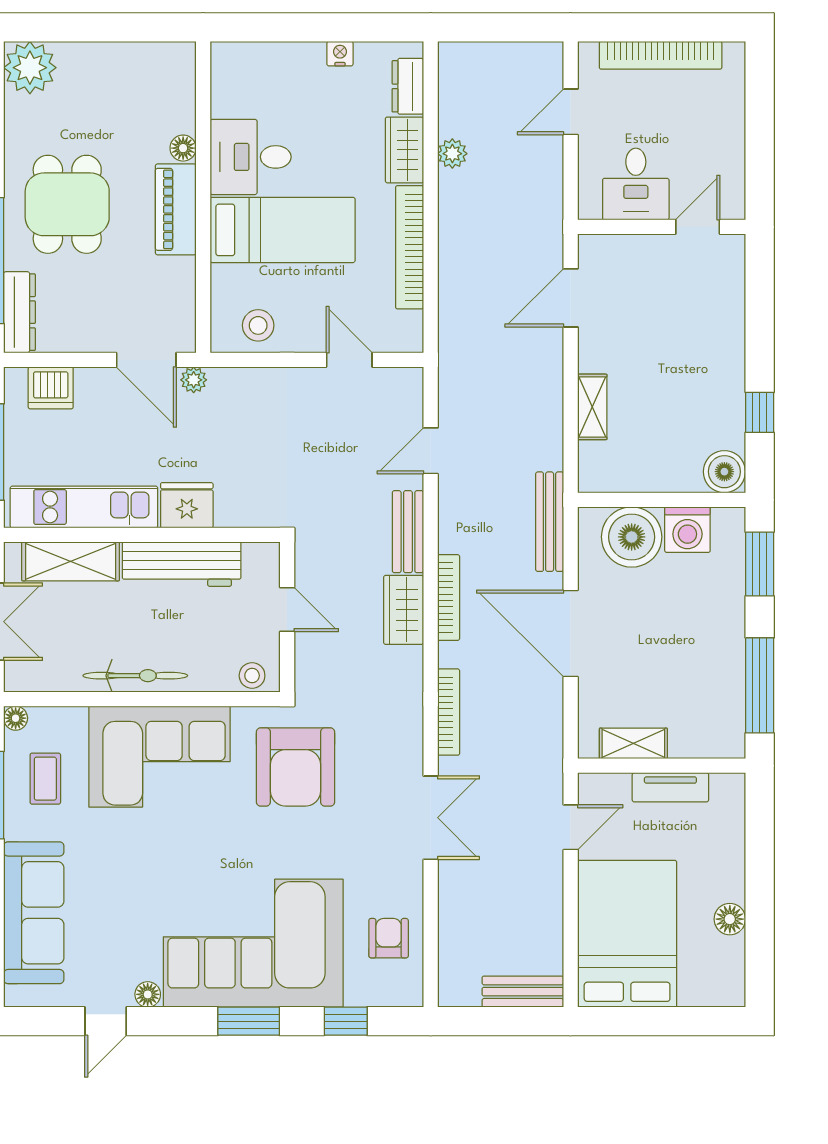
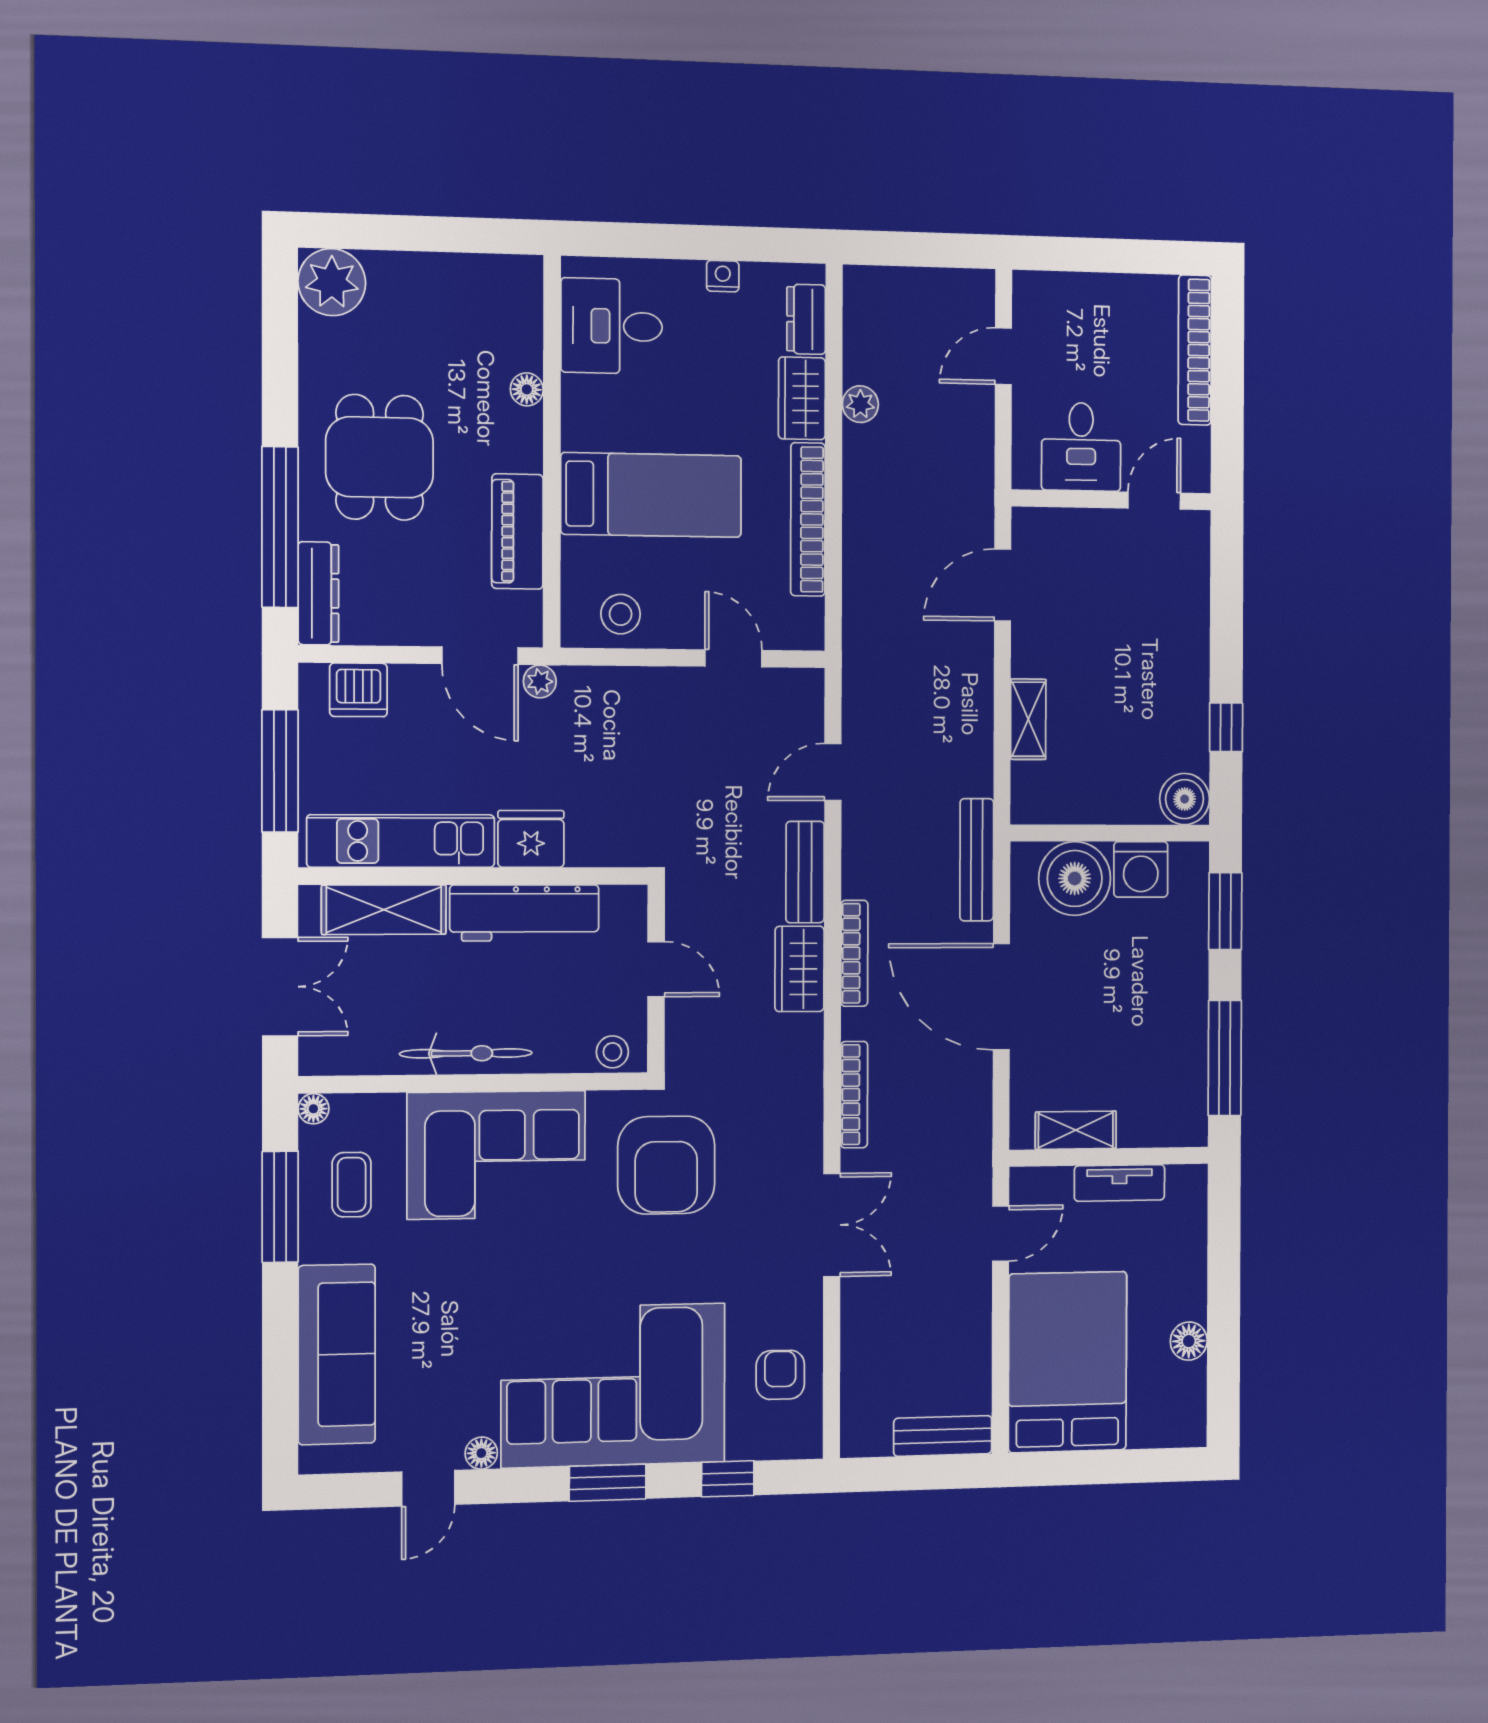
bookcase: (661, 55) -> (1195, 350), moved, turned 90
desk: (251, 157) -> (612, 326), moved
piano: (176, 209) -> (517, 531), moved

